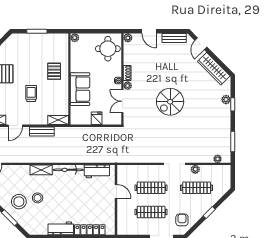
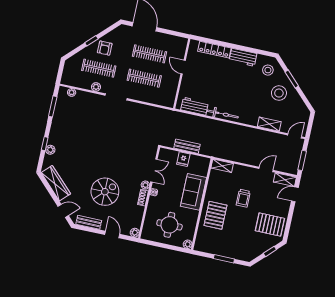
door: (201, 44) -> (63, 211), hinge flipped
round table: (108, 49) -> (169, 225), moved
pallet: (54, 71) -> (215, 215), width x1.50, depth x1.42
spiral stairs: (170, 102) -> (105, 192), moved
bench: (42, 131) -> (187, 146), moved
shelving: (41, 170) -> (269, 124), moved
door: (116, 191) -> (183, 67), moved
stool: (38, 198) -> (268, 70), moved
armchair: (182, 220) -> (105, 48), moved

